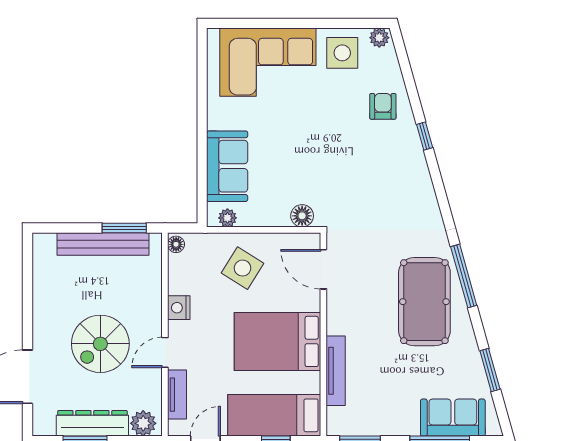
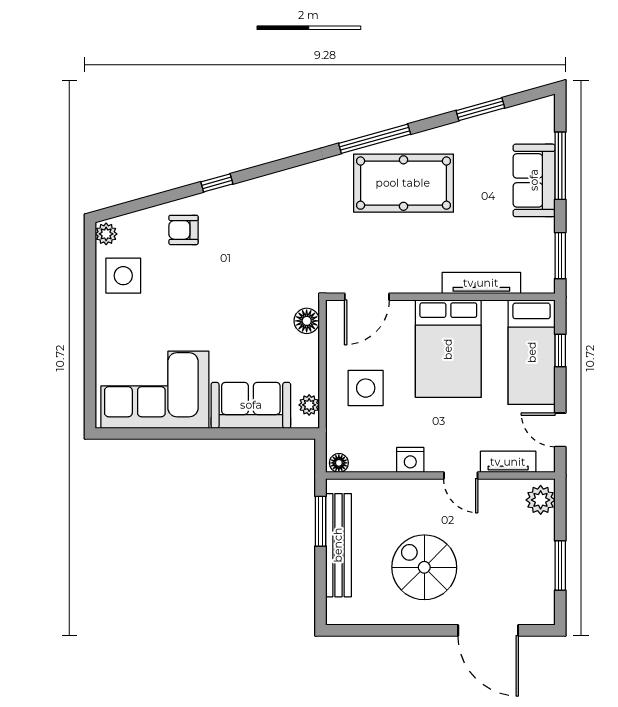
corner sofa: (268, 62) -> (155, 390), moved, turned -90
side table: (242, 268) -> (366, 388), turned -32
spiral stairs: (100, 344) -> (424, 567), moved, turned 180
sofa: (453, 418) -> (534, 180), moved
dresser: (92, 423) -> (541, 557), removed

